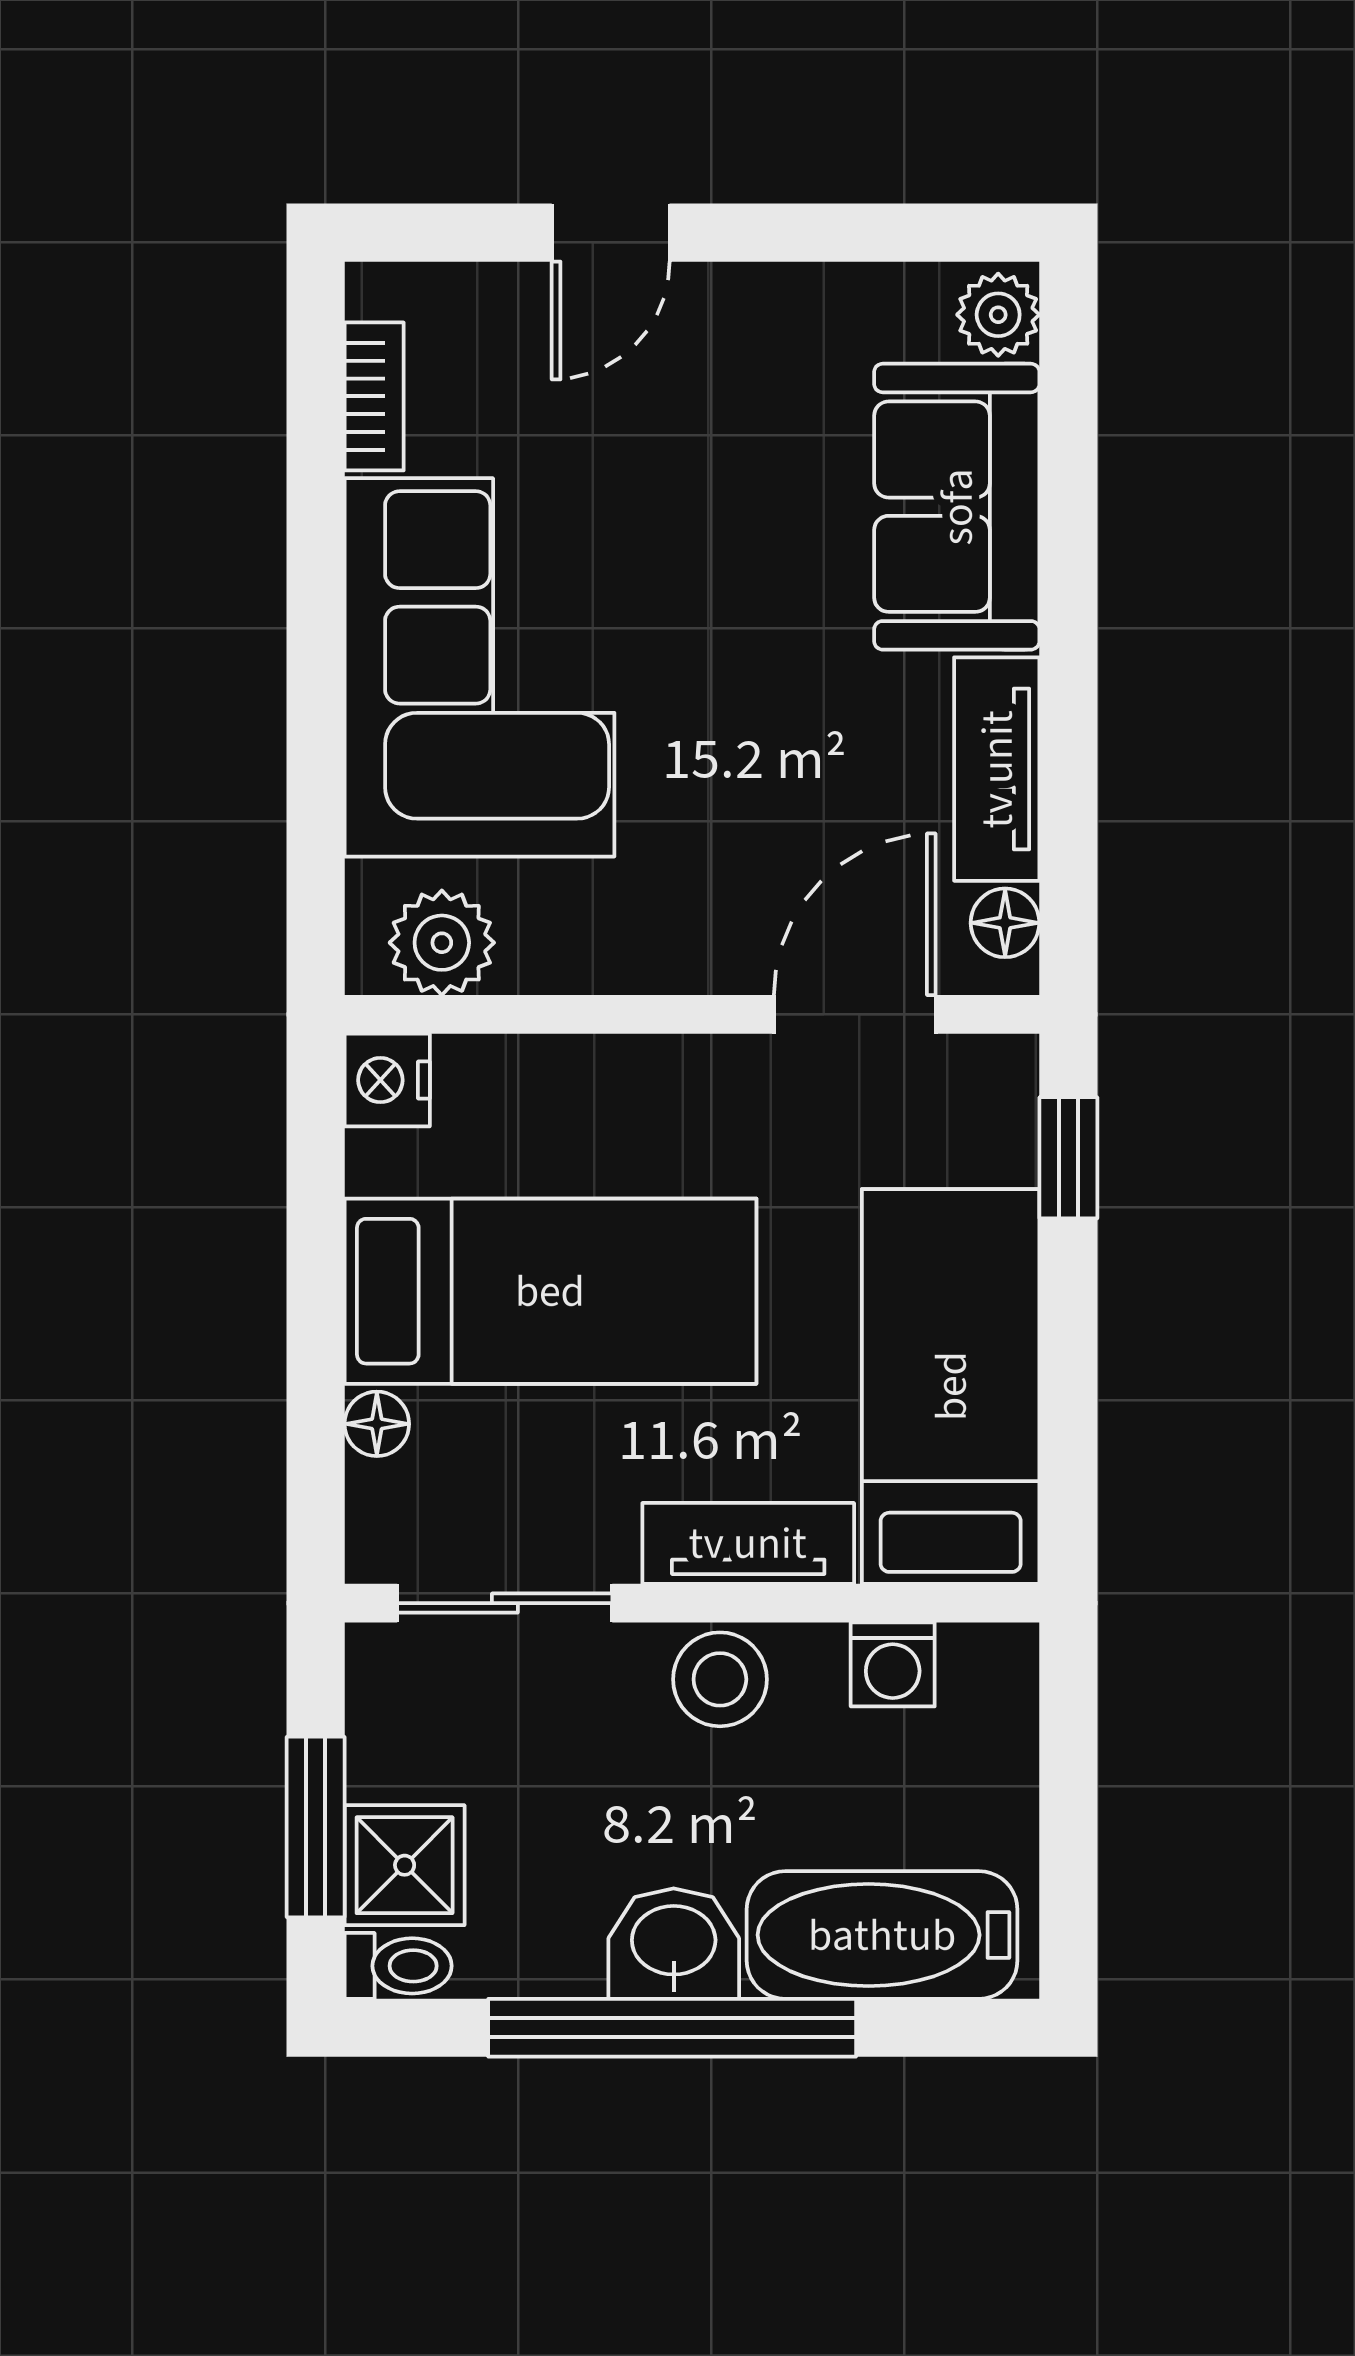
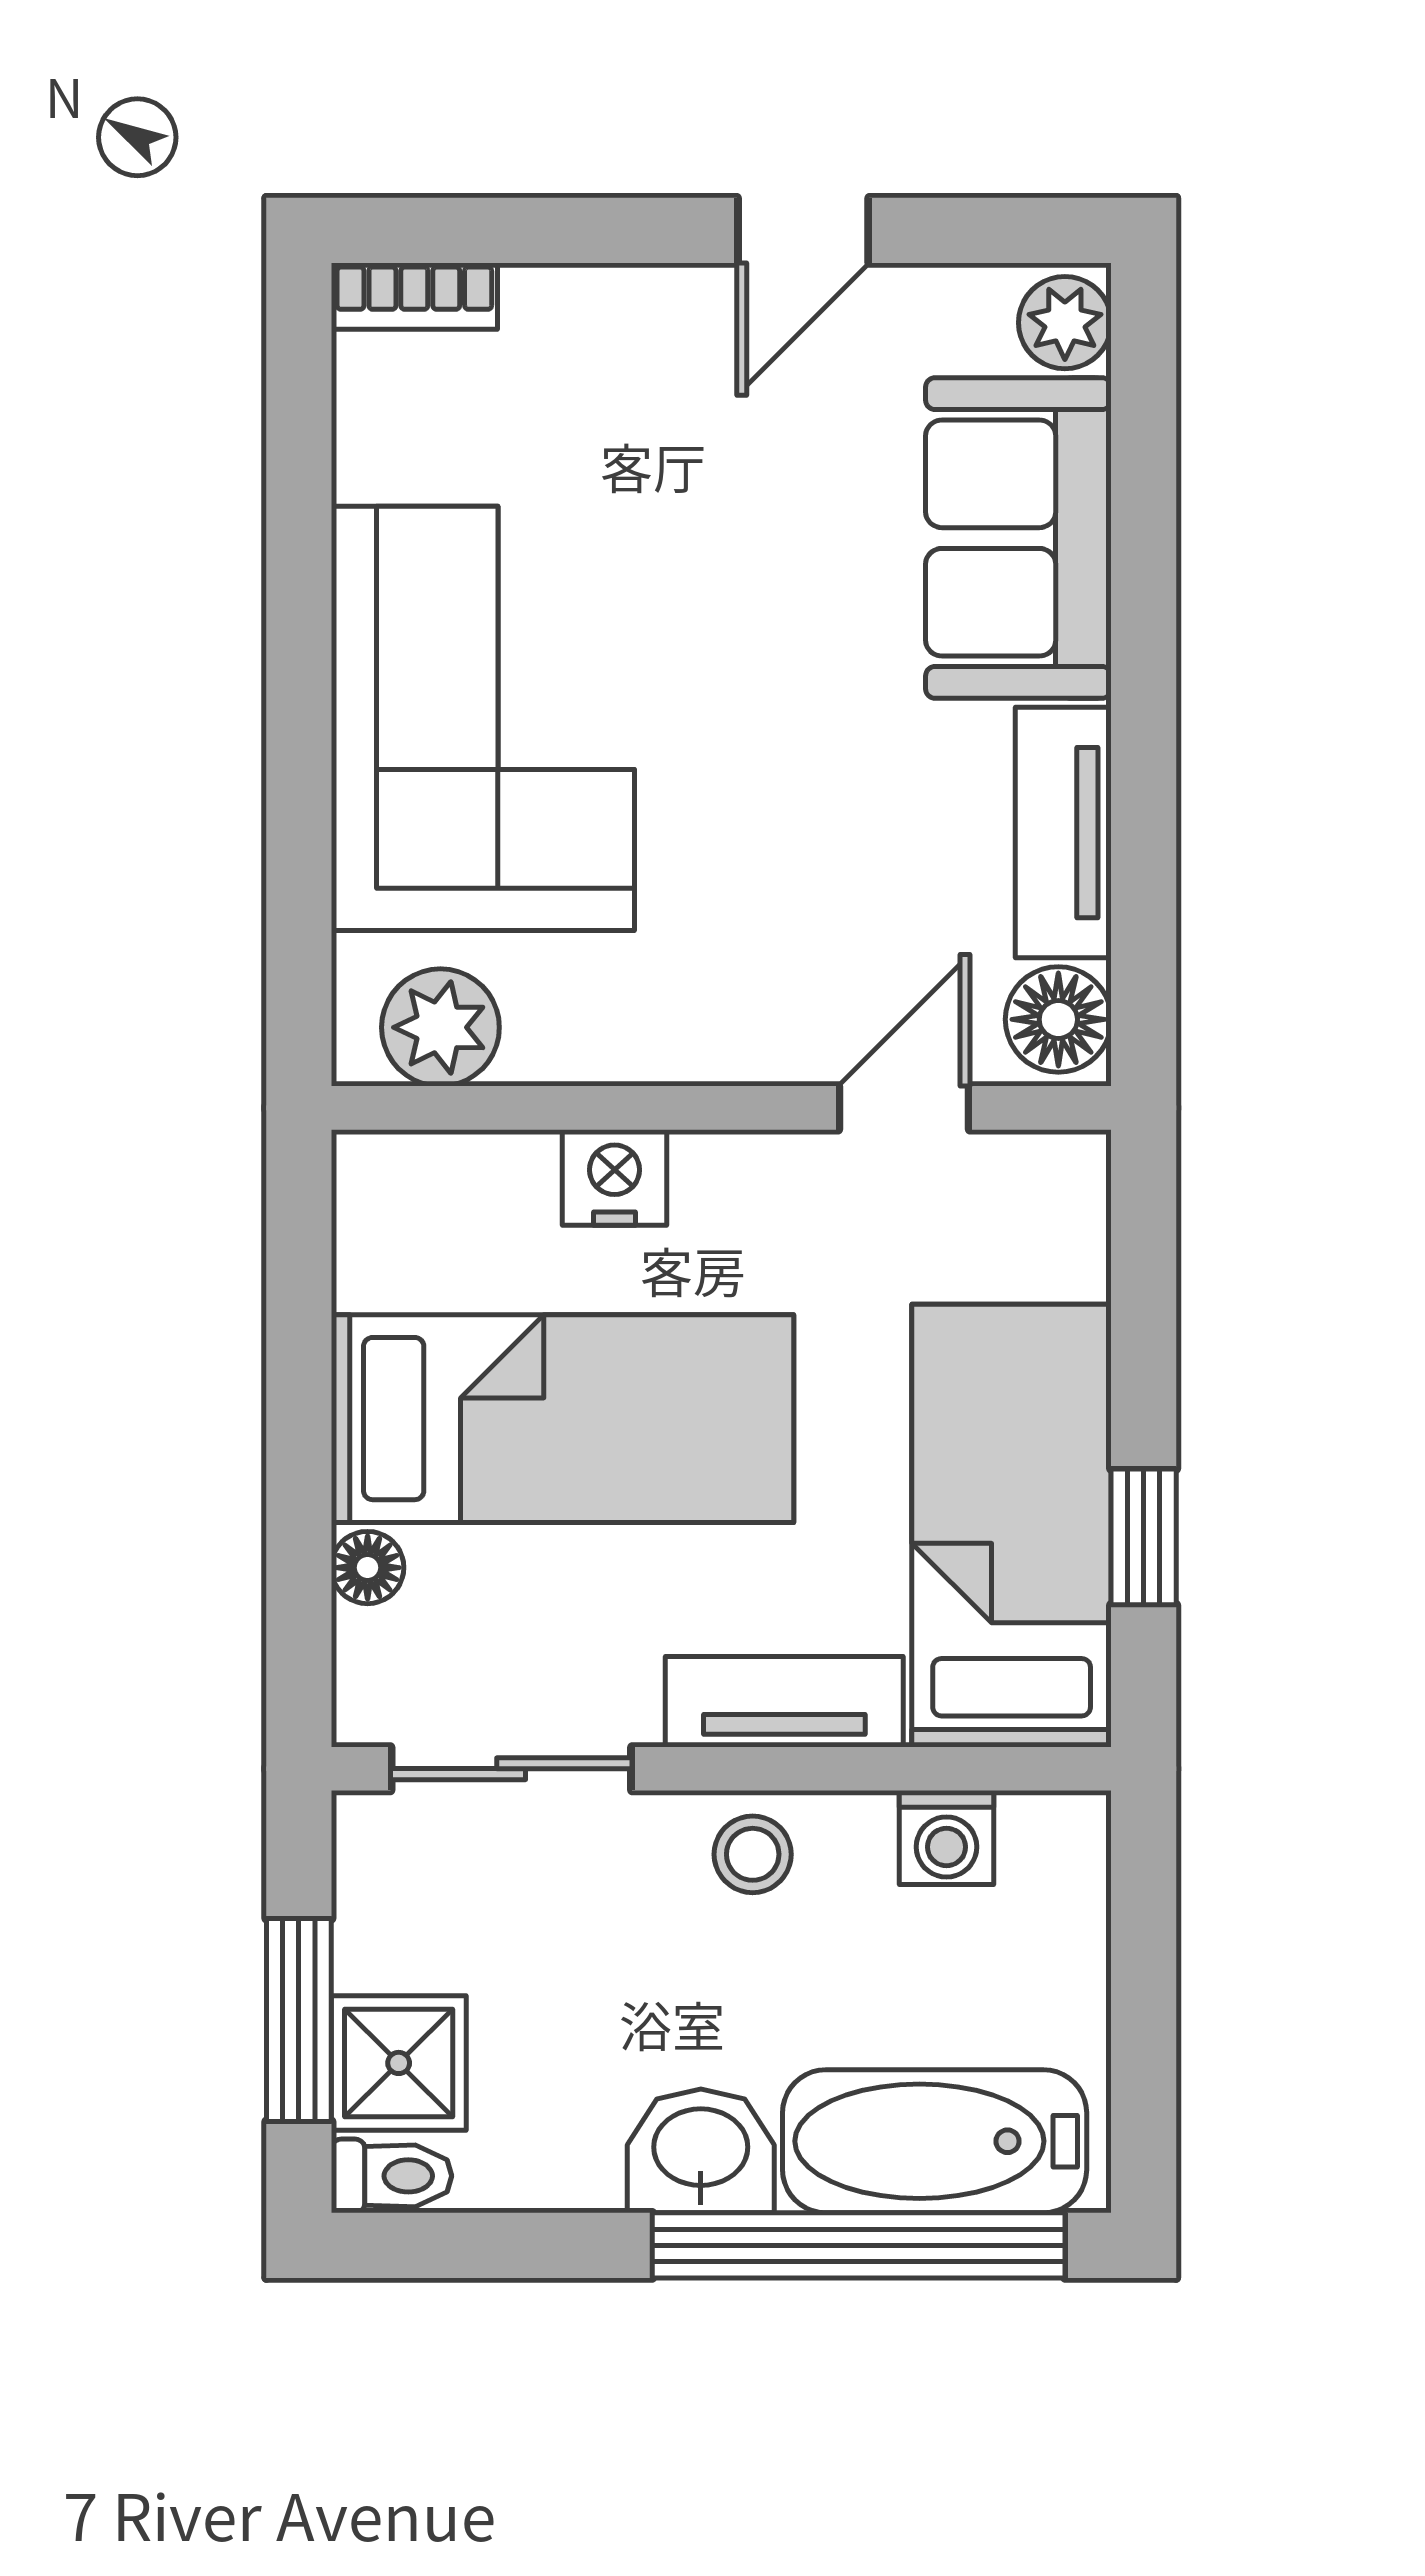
door: (611, 233) -> (803, 230), moved
bookcase: (374, 396) -> (414, 296), moved, turned 90
floor lamp: (1005, 923) -> (1058, 1019), width x1.37, depth x1.37
door: (855, 1014) -> (904, 1108), width x0.73
nightstand: (387, 1080) -> (615, 1177), moved, turned 90
window: (1068, 1158) -> (1144, 1537), moved
stool: (720, 1679) -> (753, 1854), width x0.73, depth x0.73
window: (672, 2028) -> (859, 2245), moved

